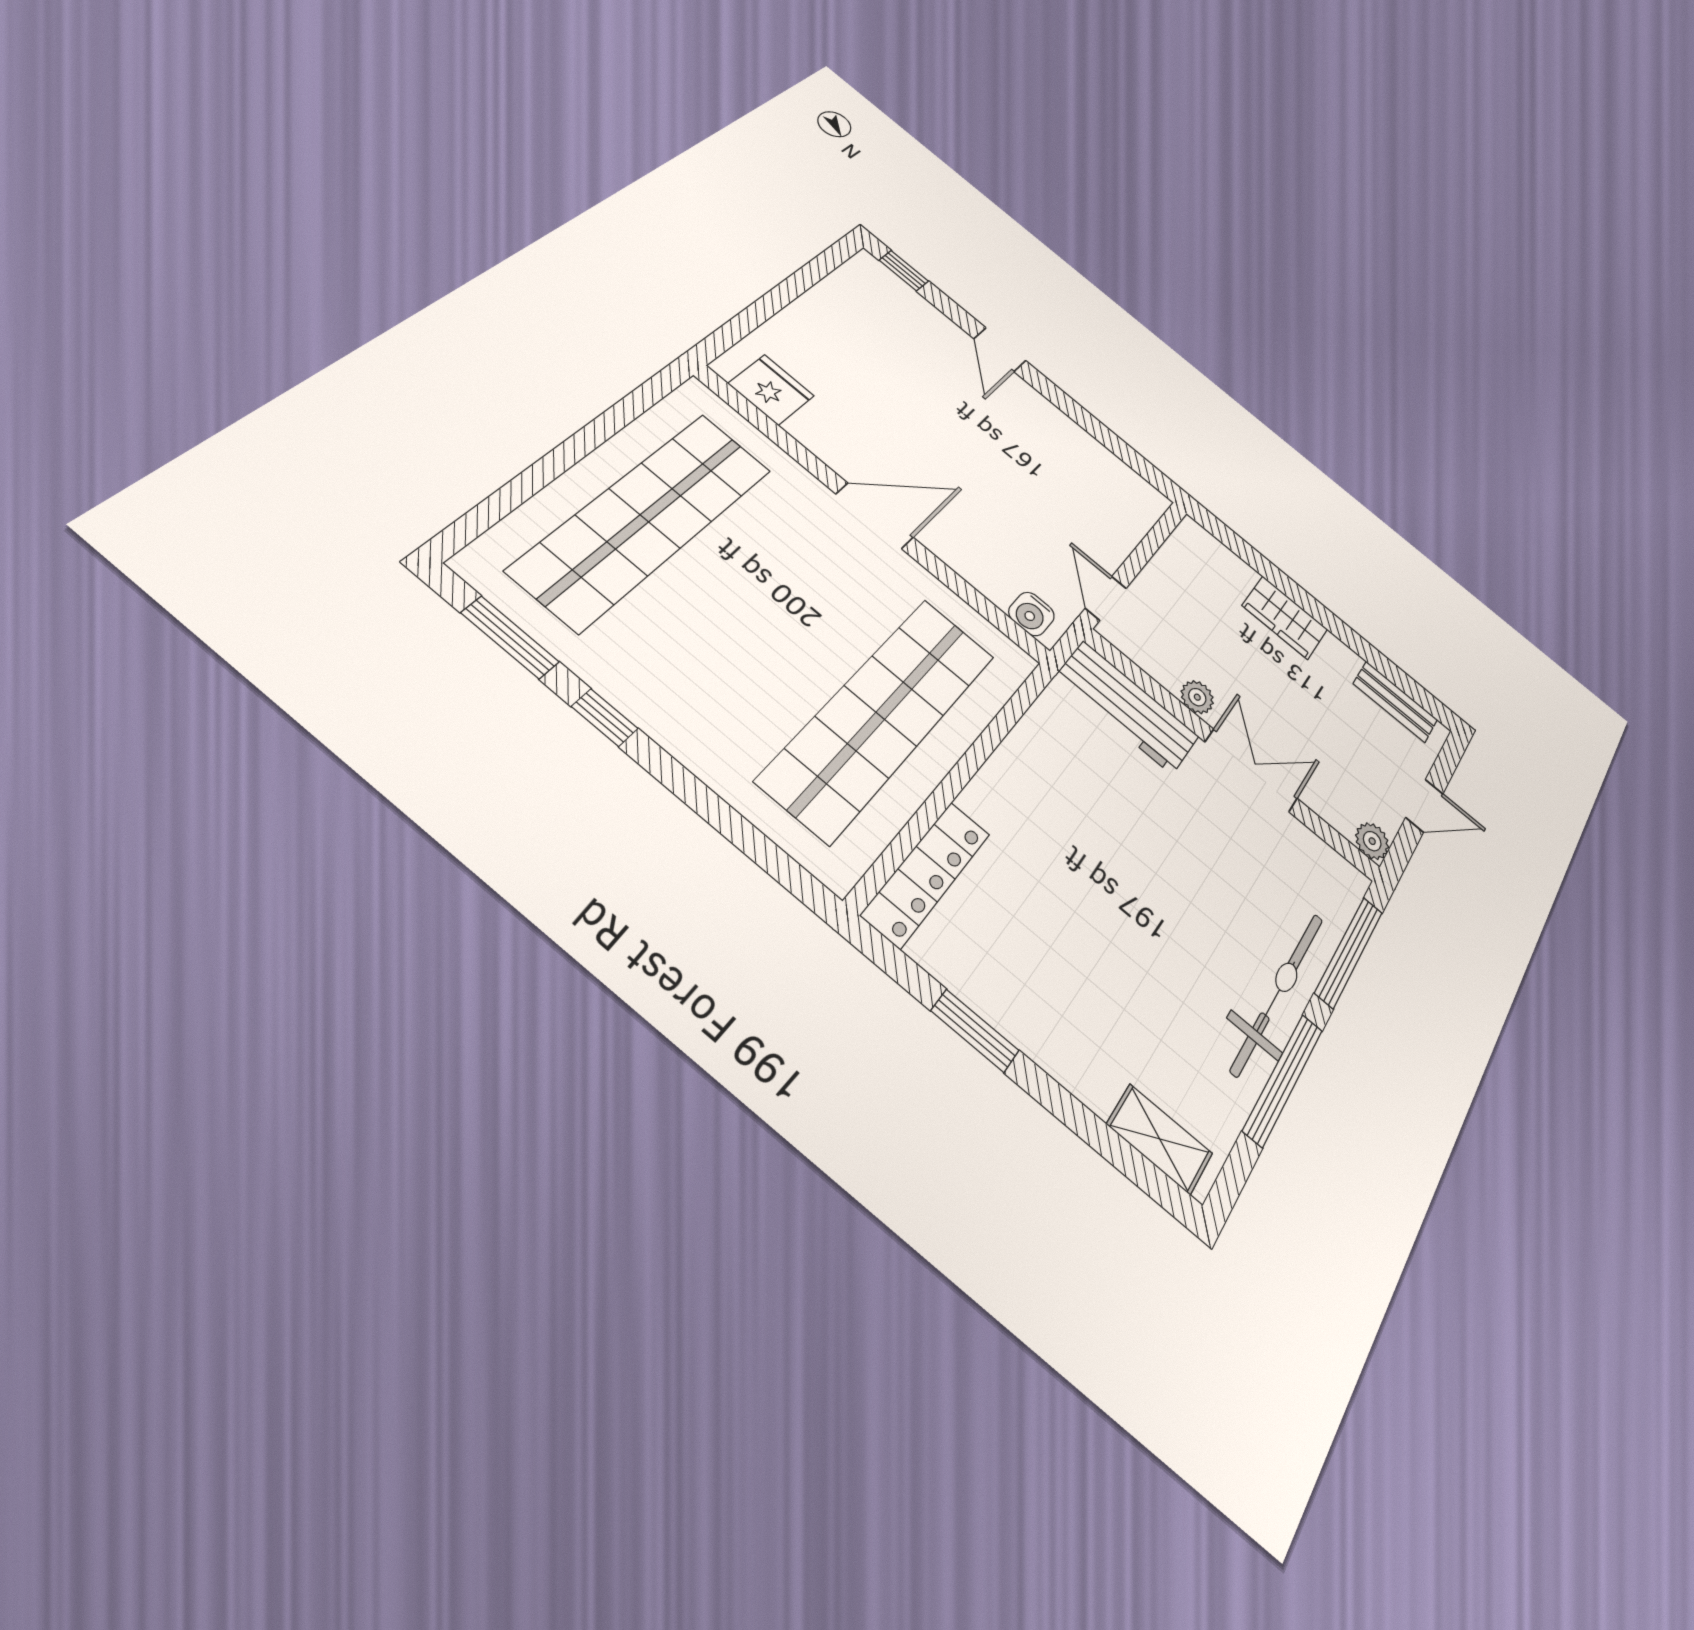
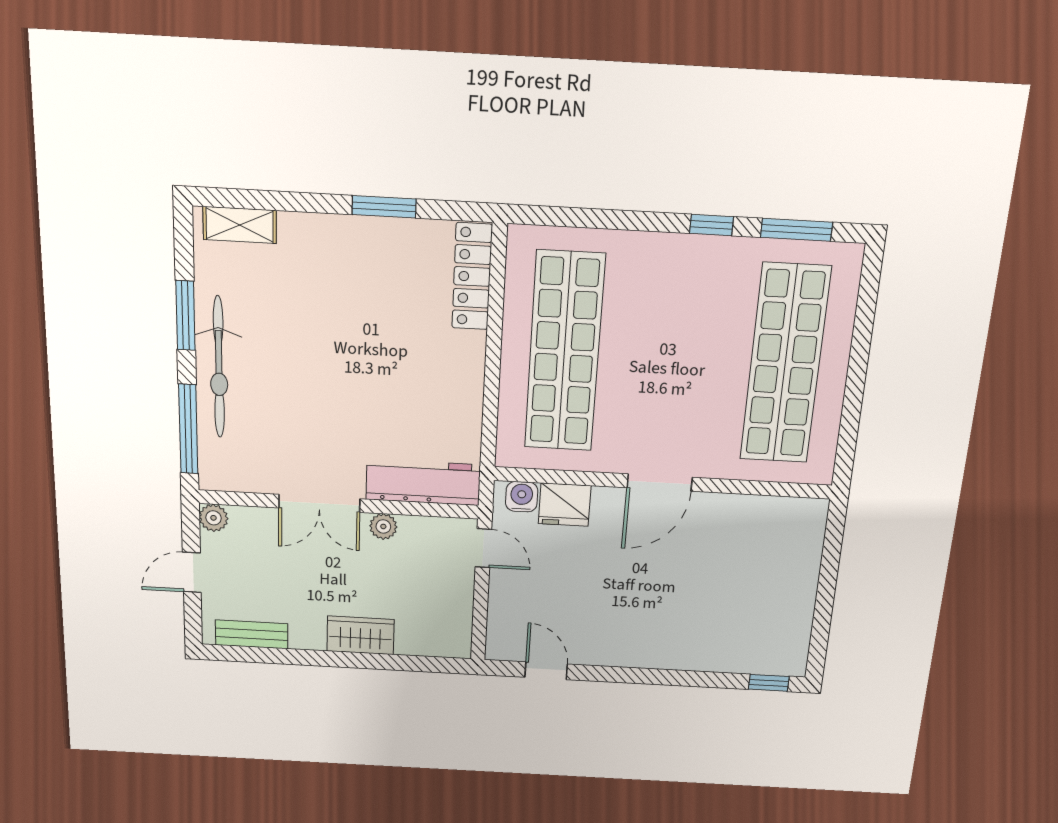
door: (1000, 350) -> (546, 671), moved
fridge: (771, 390) -> (565, 505), moved
window: (1283, 1080) -> (186, 316), width x0.69

